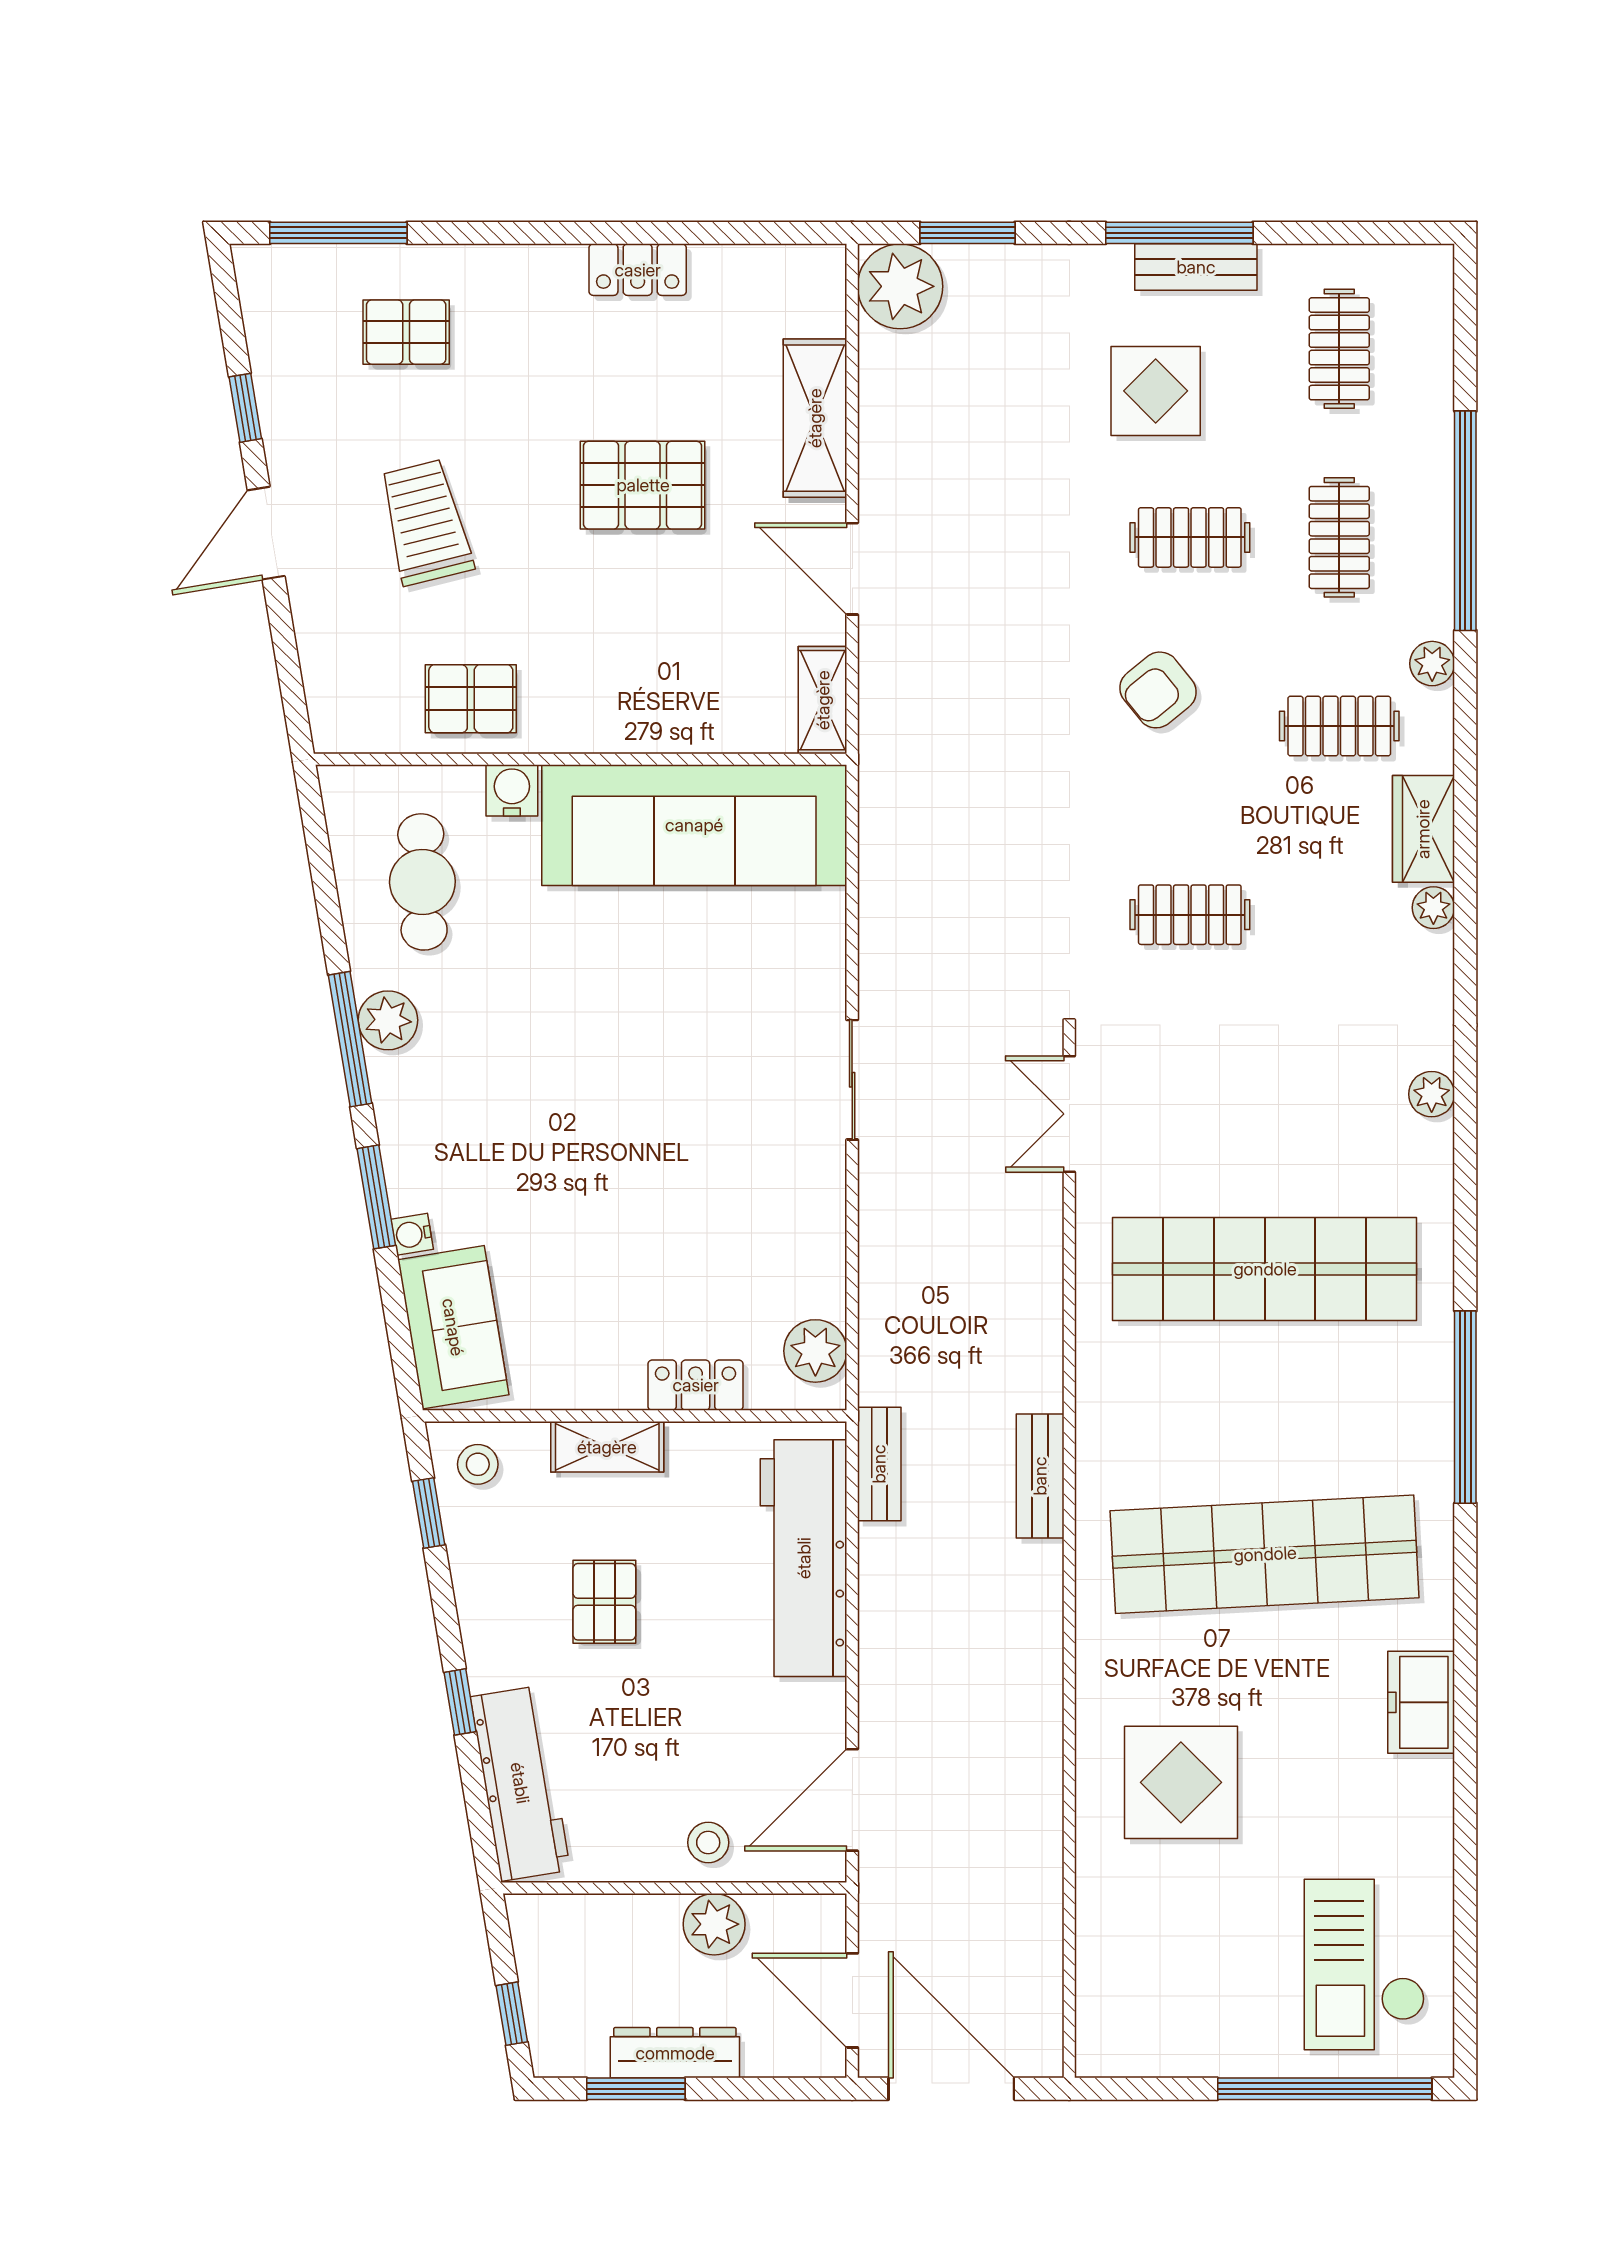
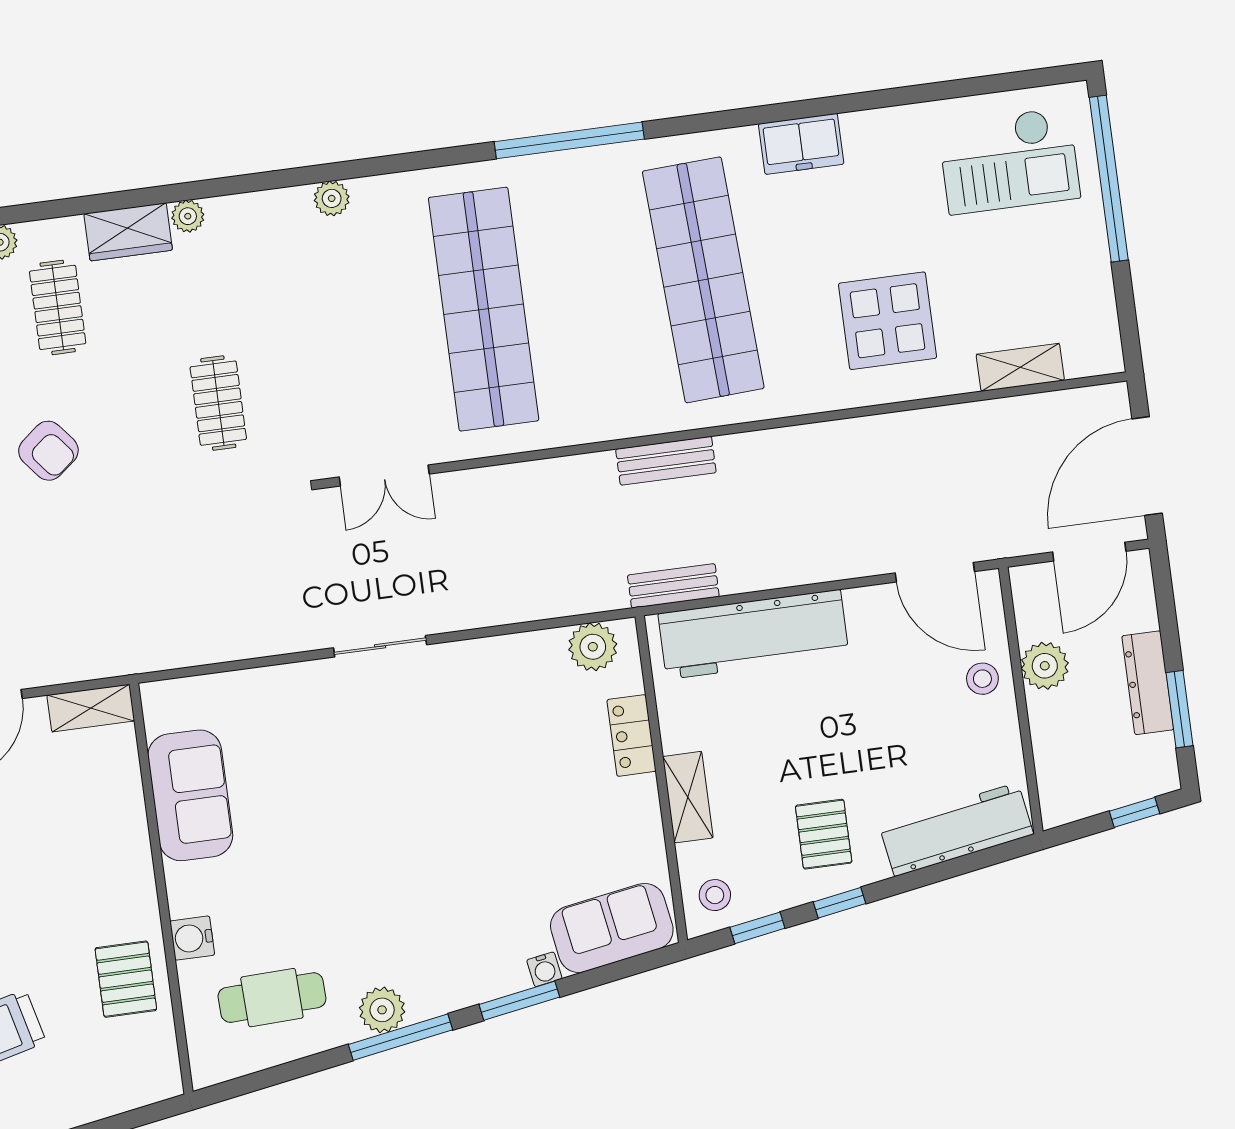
sofa: (694, 825) -> (190, 795), width x0.54, depth x0.79
pallet: (604, 1602) -> (824, 834), moved, turned 90
window: (460, 1702) -> (840, 903), moved
shelving: (1099, 1944) -> (1020, 367), added

